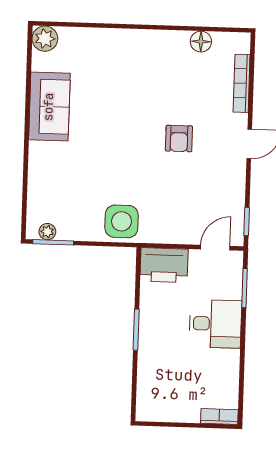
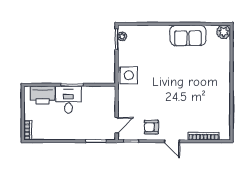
floor lamp: (201, 42) -> (225, 114), removed
armchair: (179, 139) -> (151, 127), moved
door: (215, 248) -> (117, 125), hinge flipped
printer: (164, 265) -> (43, 95), moved, turned -90
desk: (215, 324) -> (68, 100), moved, turned 180

